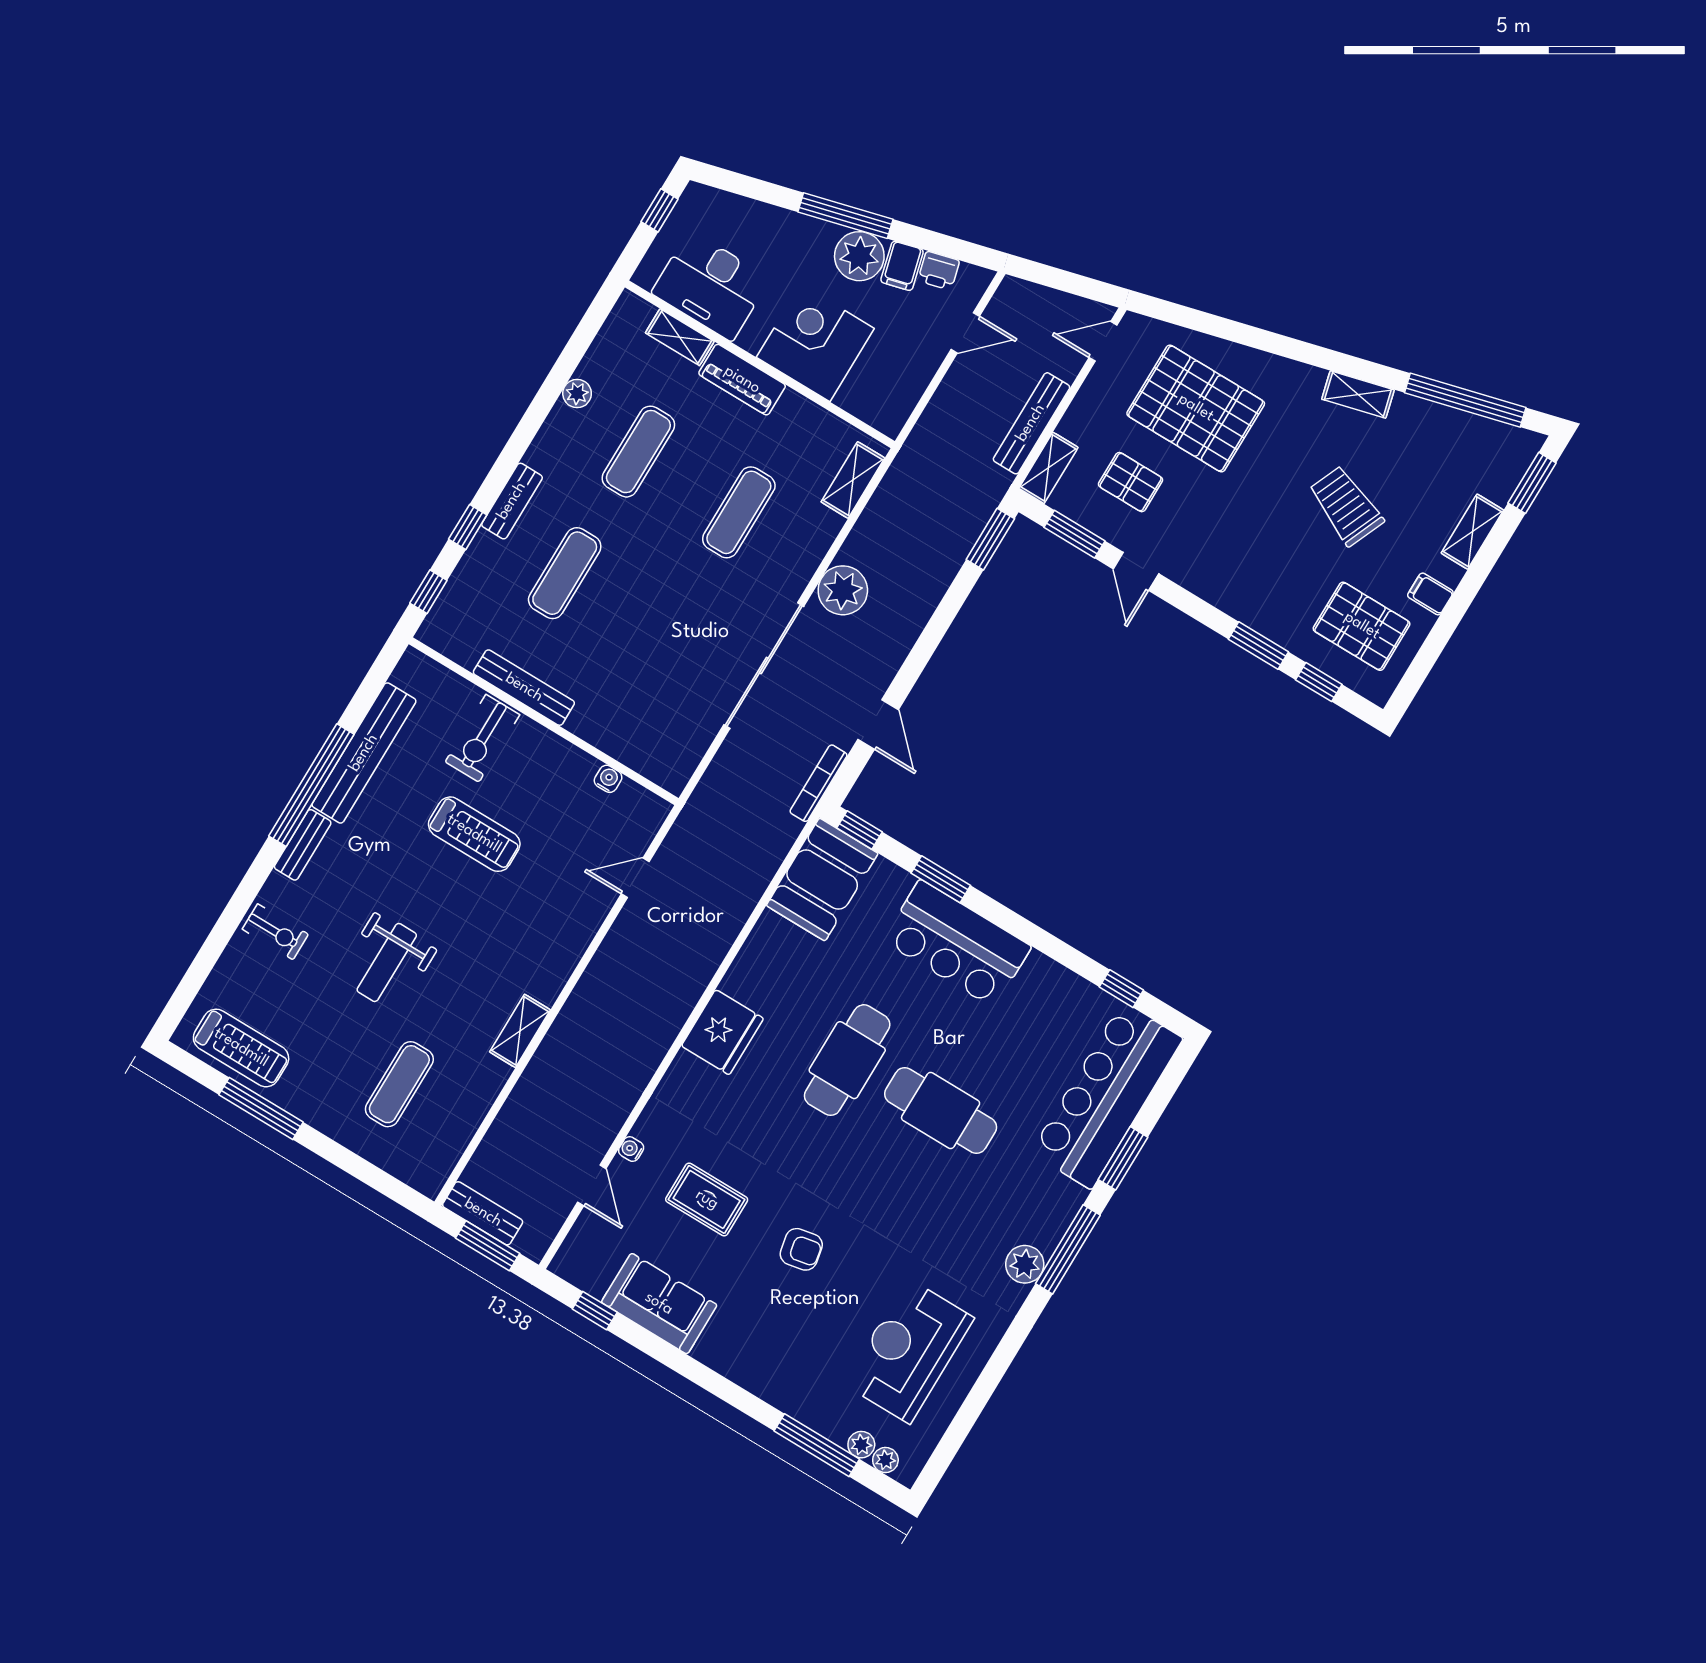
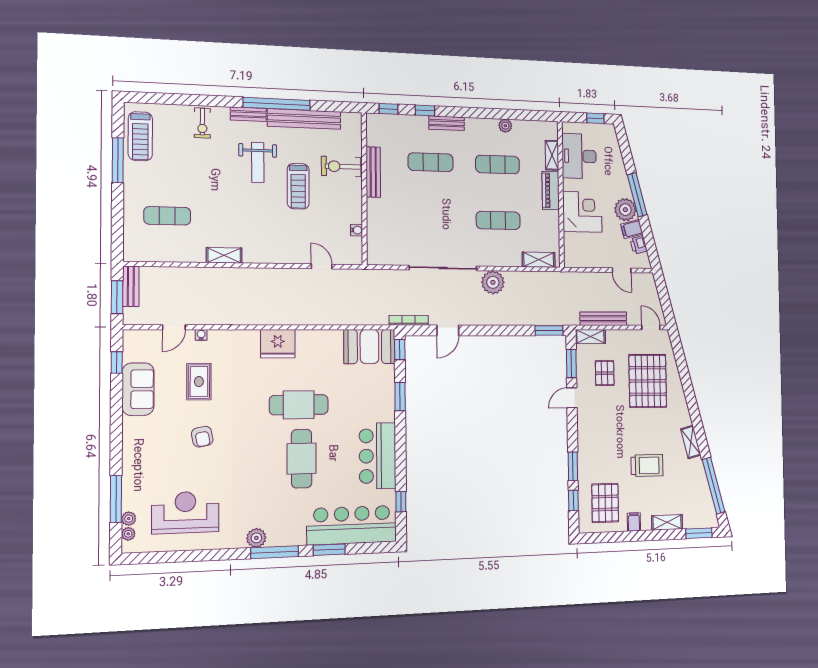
trolley: (1346, 506) -> (647, 465), turned 67
bar counter: (957, 944) -> (378, 456), moved
weight bench: (387, 962) -> (258, 162), moved, turned -90

